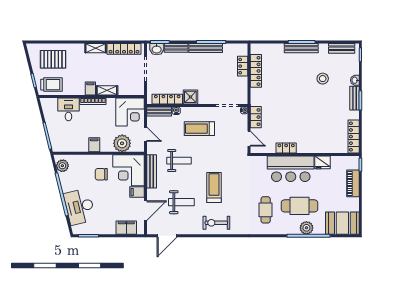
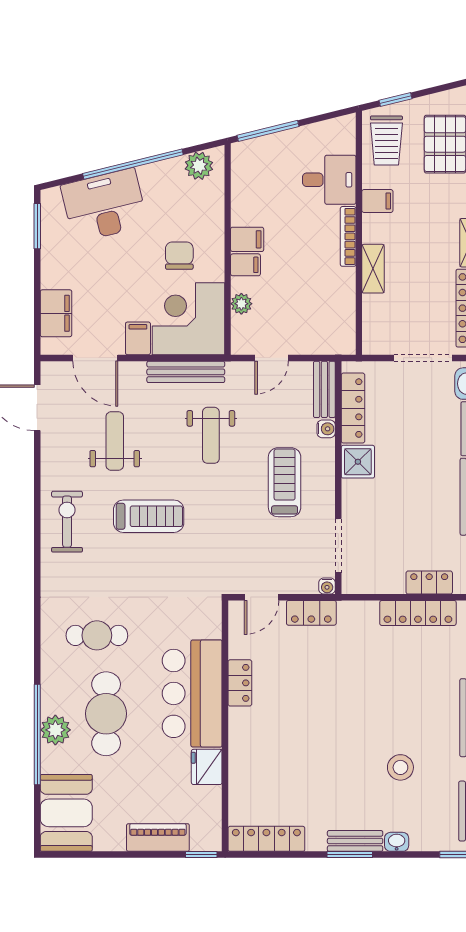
filing cabinet: (90, 89) -> (377, 201), moved
corner desk: (130, 112) -> (323, 322), removed
plant: (122, 143) -> (241, 304), width x0.53, depth x0.53
filing cabinet: (105, 146) -> (245, 265), added
weight bench: (181, 202) -> (115, 441), turned 180

